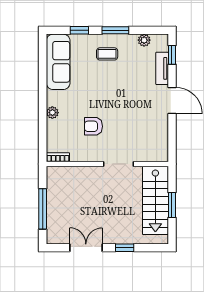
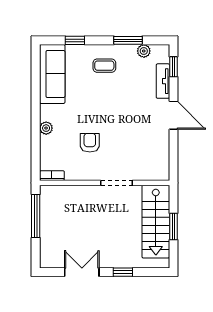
window: (115, 30) -> (128, 40), moved
armchair: (93, 126) -> (90, 143), turned 90
window: (43, 209) -> (36, 216), moved

